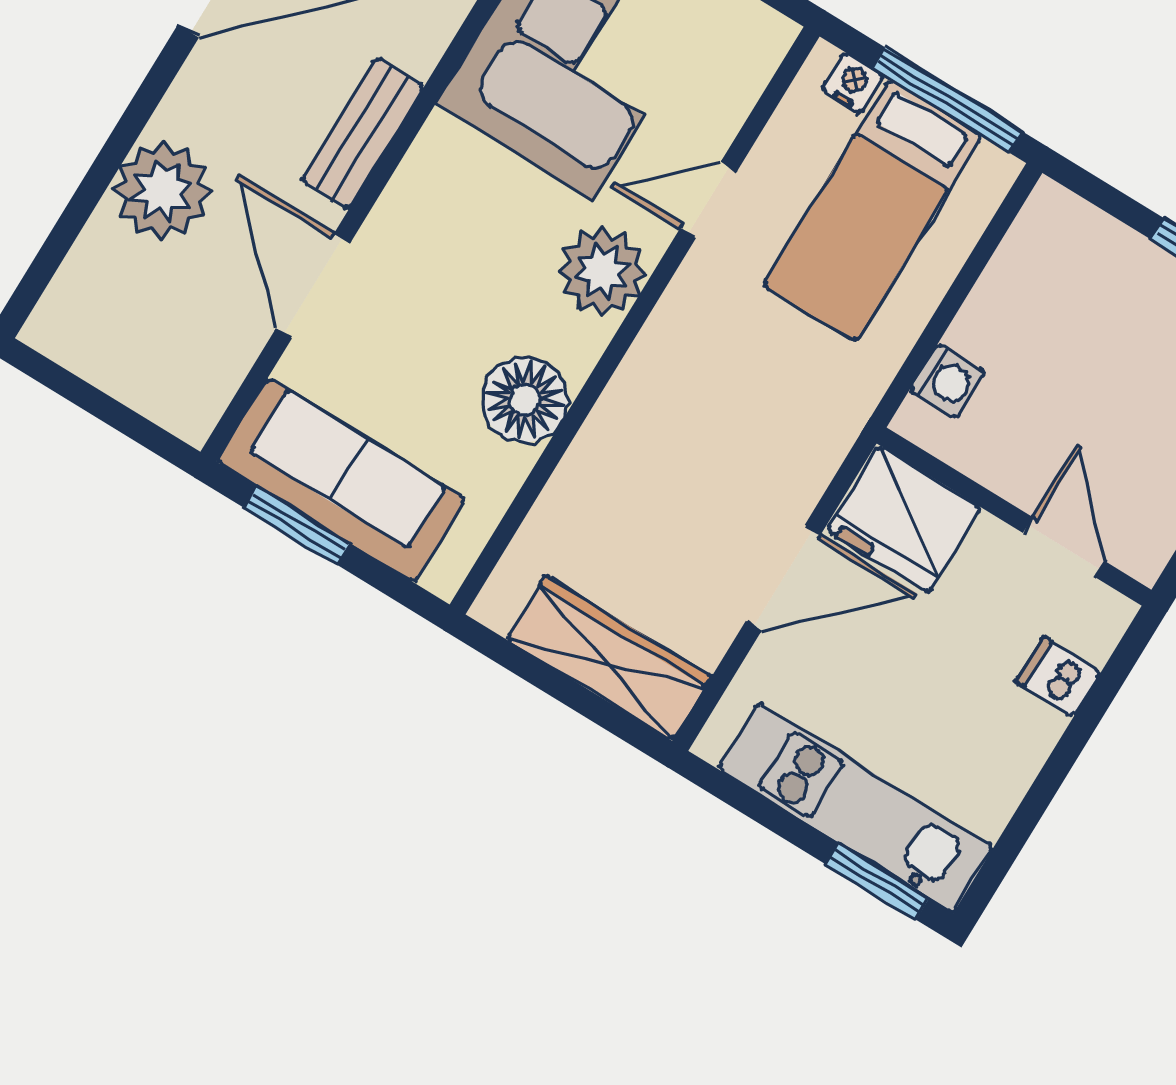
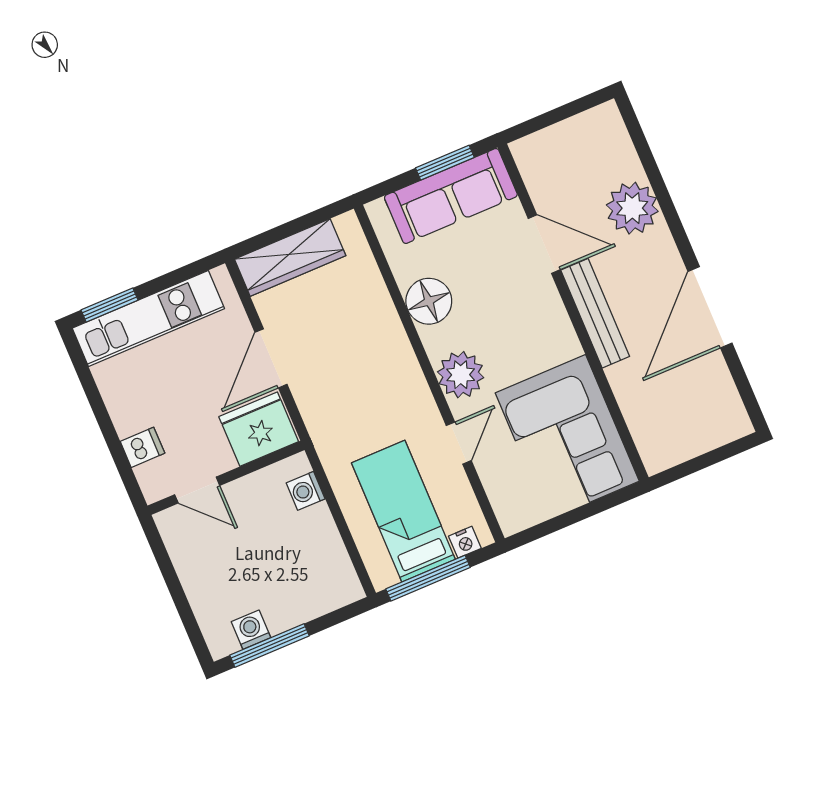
bench: (363, 133) -> (595, 313), width x1.36

